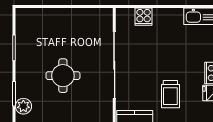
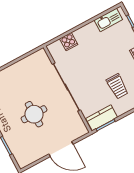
plant: (23, 106) -> (18, 151), removed

